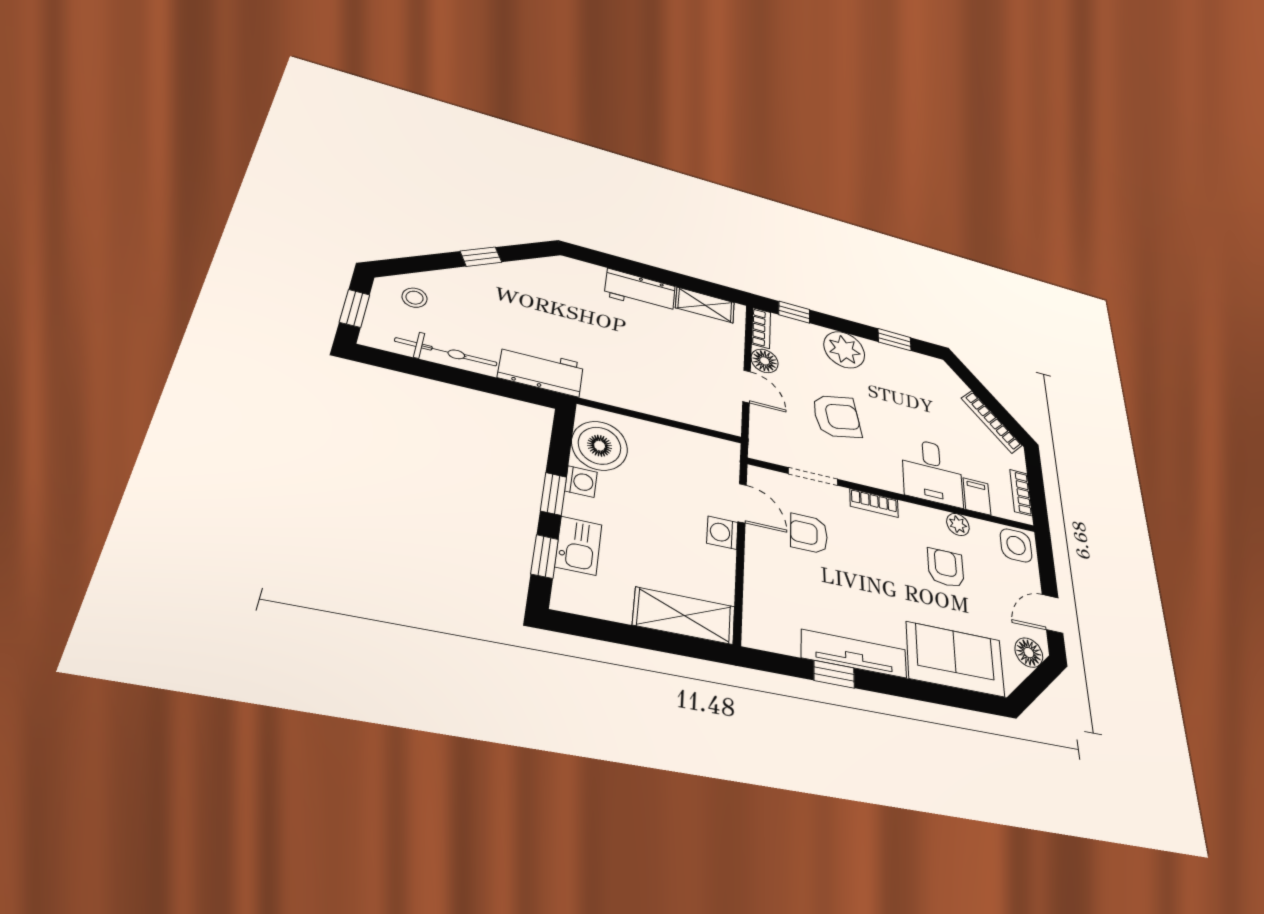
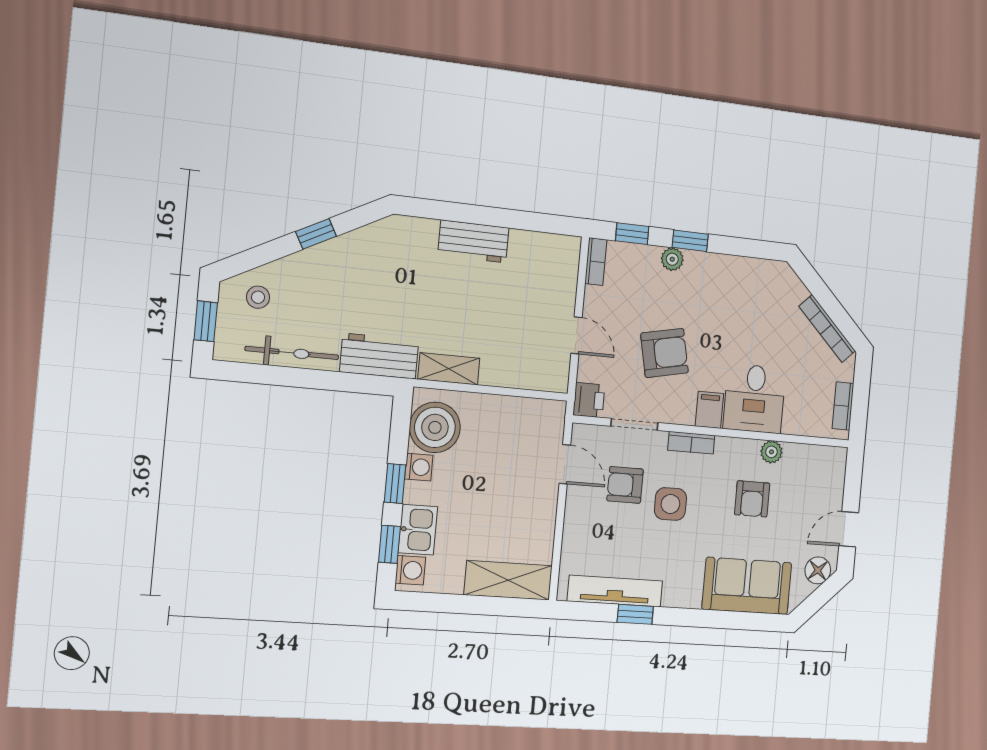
shelving: (705, 305) -> (449, 369), moved
window: (894, 340) -> (690, 241), moved
plant: (844, 350) -> (672, 259), width x0.53, depth x0.53
floor lamp: (765, 361) -> (597, 301), removed
printer: (763, 446) -> (589, 400), added
filing cabinet: (977, 496) -> (709, 410), moved
washing machine: (722, 533) -> (410, 570), moved, turned 180
side table: (1016, 545) -> (670, 504), moved
armchair: (946, 568) -> (752, 499), turned 180
tv unit: (854, 654) -> (615, 591), moved

